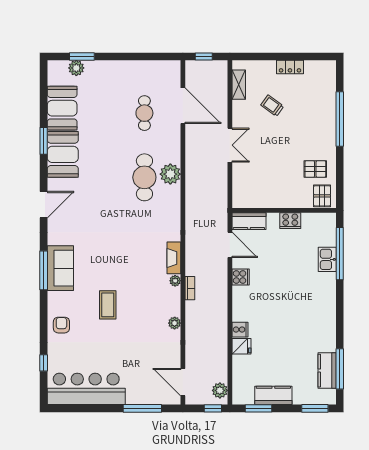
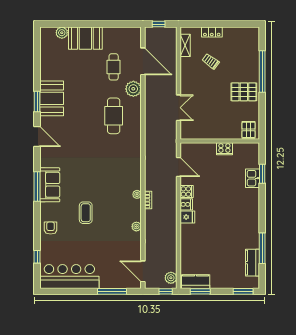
window: (82, 57) -> (66, 24), removed
locker: (290, 67) -> (212, 32), moved
booth: (62, 108) -> (85, 38), moved, turned 90
window: (44, 141) -> (37, 102), moved
double door: (230, 145) -> (178, 108), moved
pallet: (315, 169) -> (244, 92), moved, width x1.50, depth x1.42
plant: (170, 174) -> (133, 89), moved
door: (44, 205) -> (37, 137), hinge flipped
kitchen counter: (249, 221) -> (193, 149), removed
window: (340, 254) -> (262, 174), width x0.47
fireplace: (174, 258) -> (136, 177), removed
cooker: (240, 330) -> (186, 204), moved
fridge: (242, 346) -> (187, 217), moved
window: (340, 369) -> (262, 248), moved
kitchen counter: (273, 395) -> (196, 282), moved

